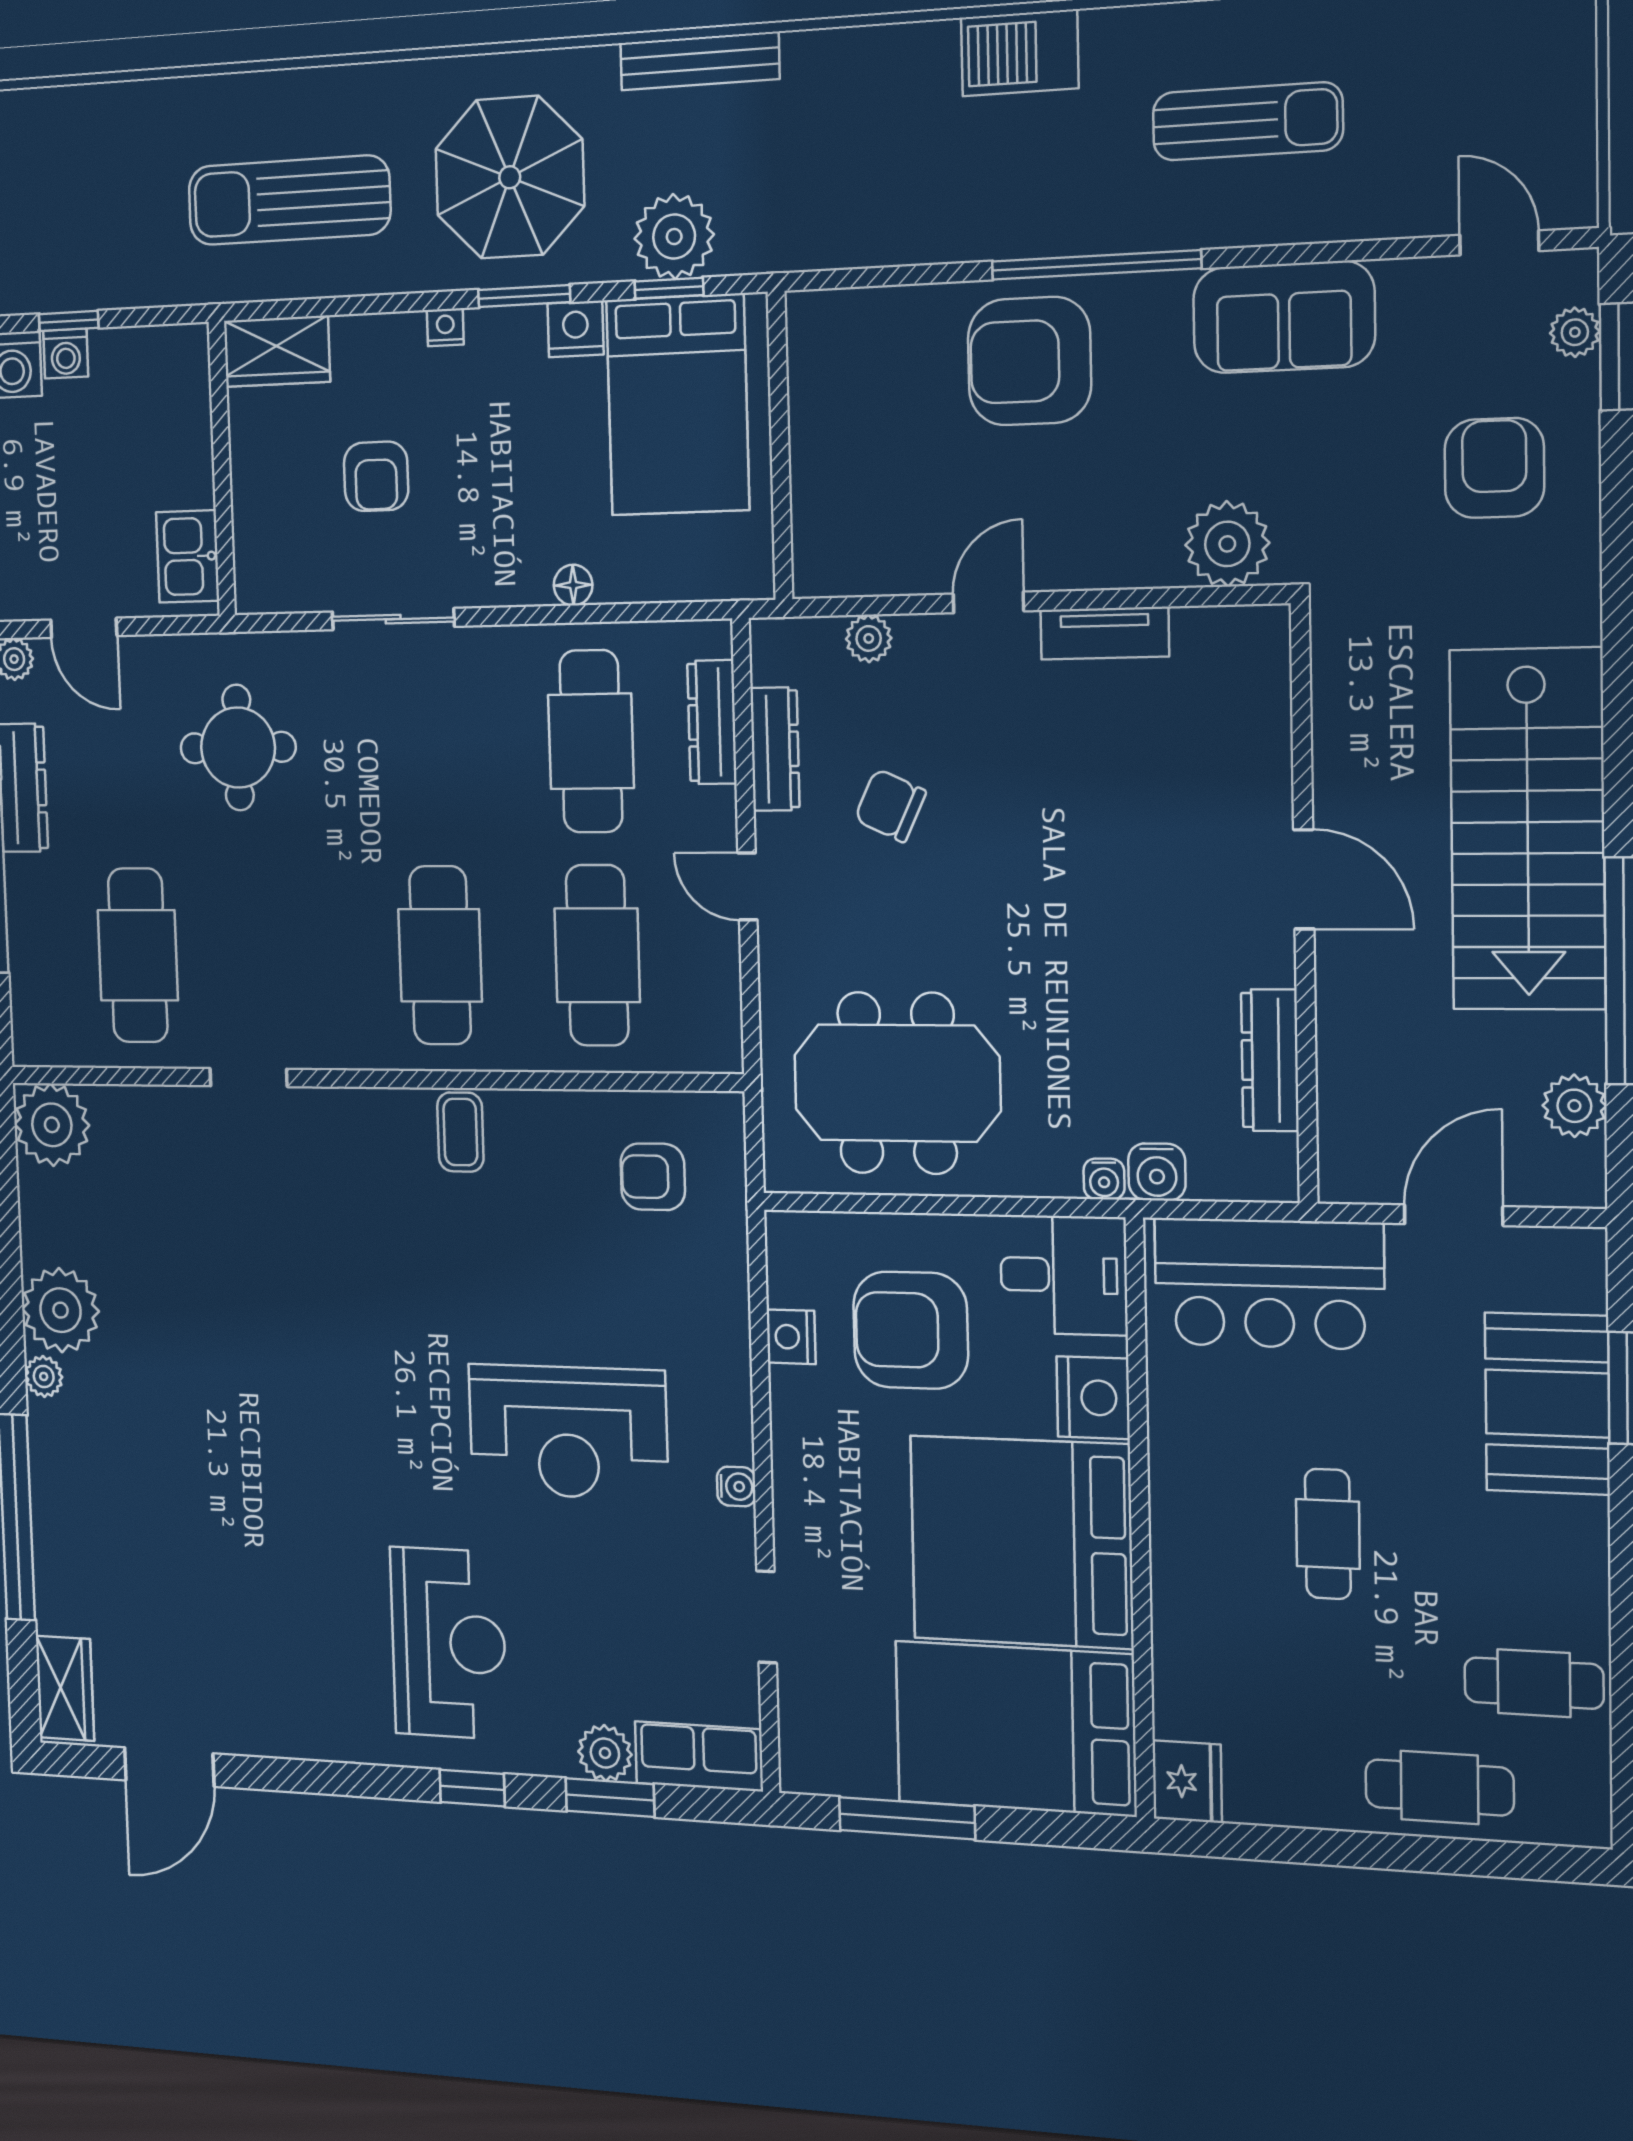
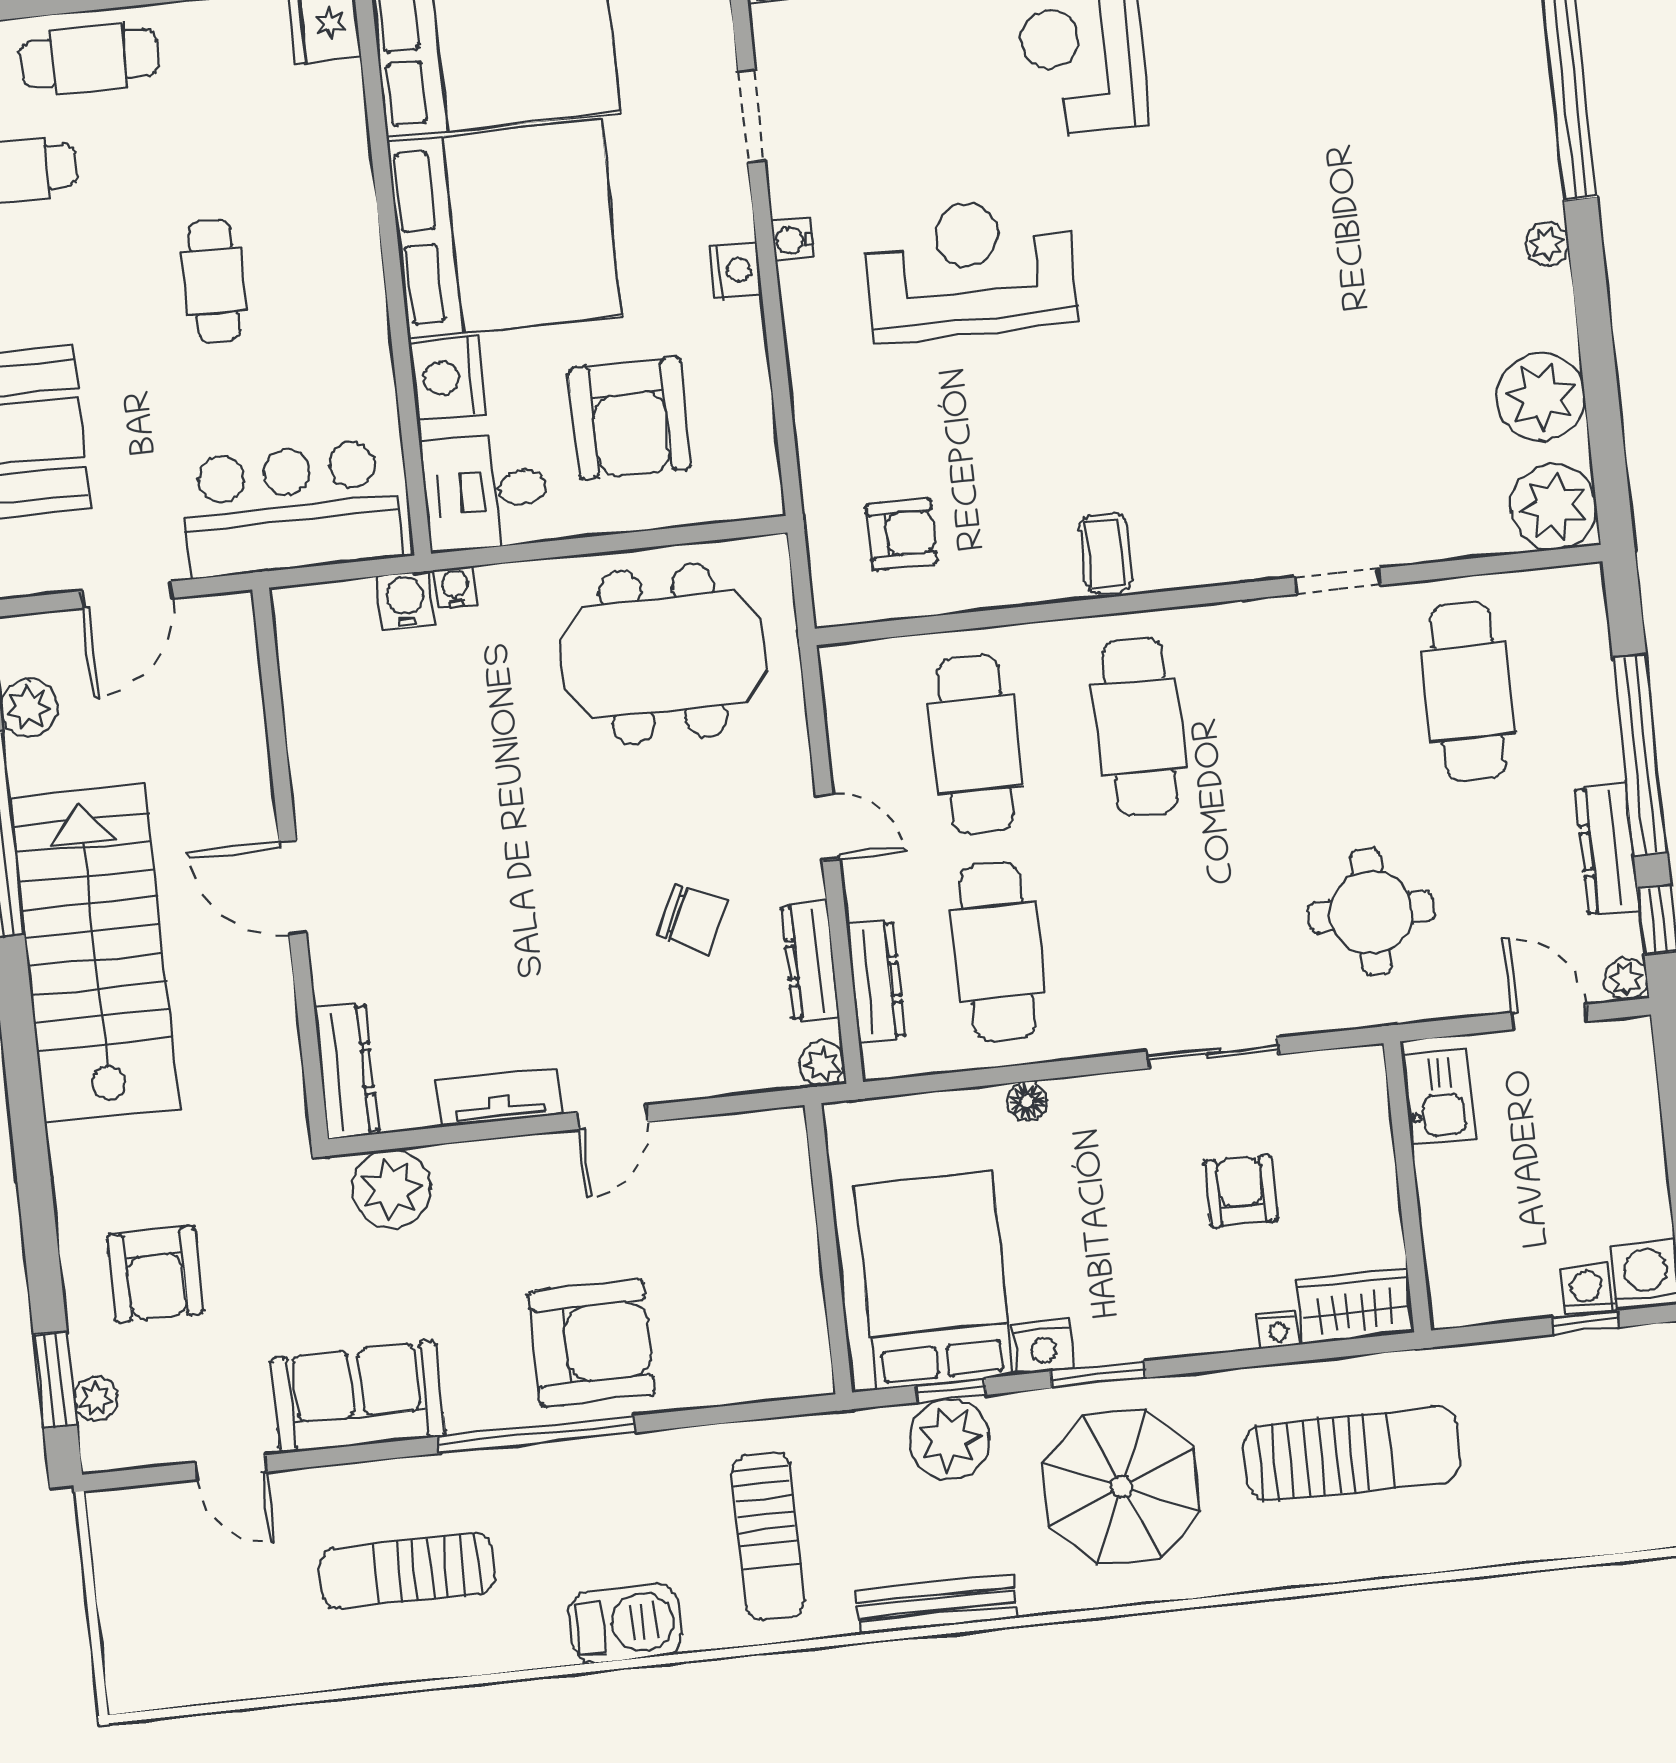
sun lounger: (865, 142) -> (768, 1536), added
door: (1499, 243) -> (231, 1467), moved
nightstand: (445, 327) -> (1278, 1329), moved
plant: (869, 638) -> (822, 1064), moved
dresser: (1270, 1060) -> (347, 1071), moved
plant: (60, 1310) -> (1541, 397), moved
armchair: (911, 1330) -> (630, 418), turned 90
nightstand: (791, 1337) -> (735, 270), moved

